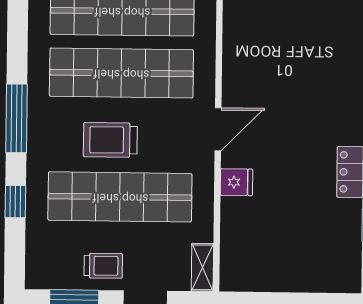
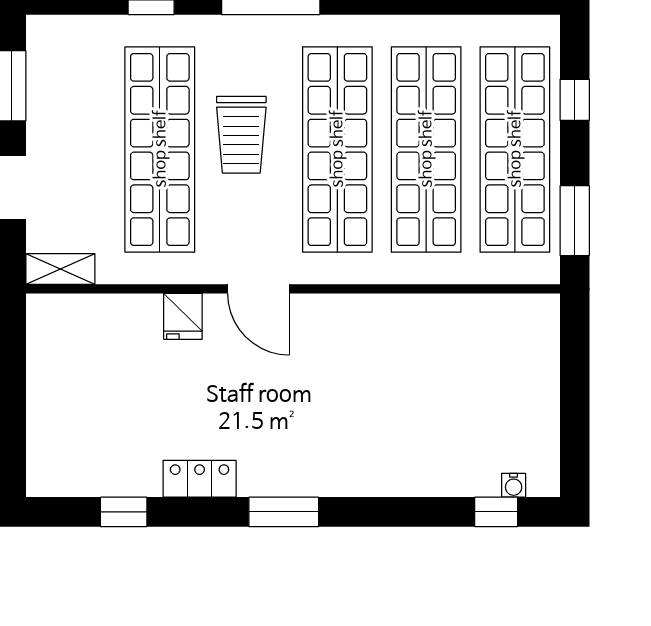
trolley: (110, 140) -> (241, 135), turned 180
trolley: (103, 266) -> (61, 127), removed

